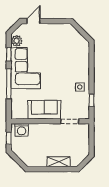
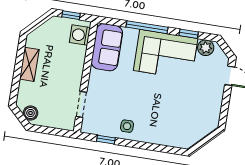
sofa: (44, 110) -> (107, 47), moved
boiler: (81, 156) -> (31, 113), added
shelving: (59, 162) -> (29, 64), moved

